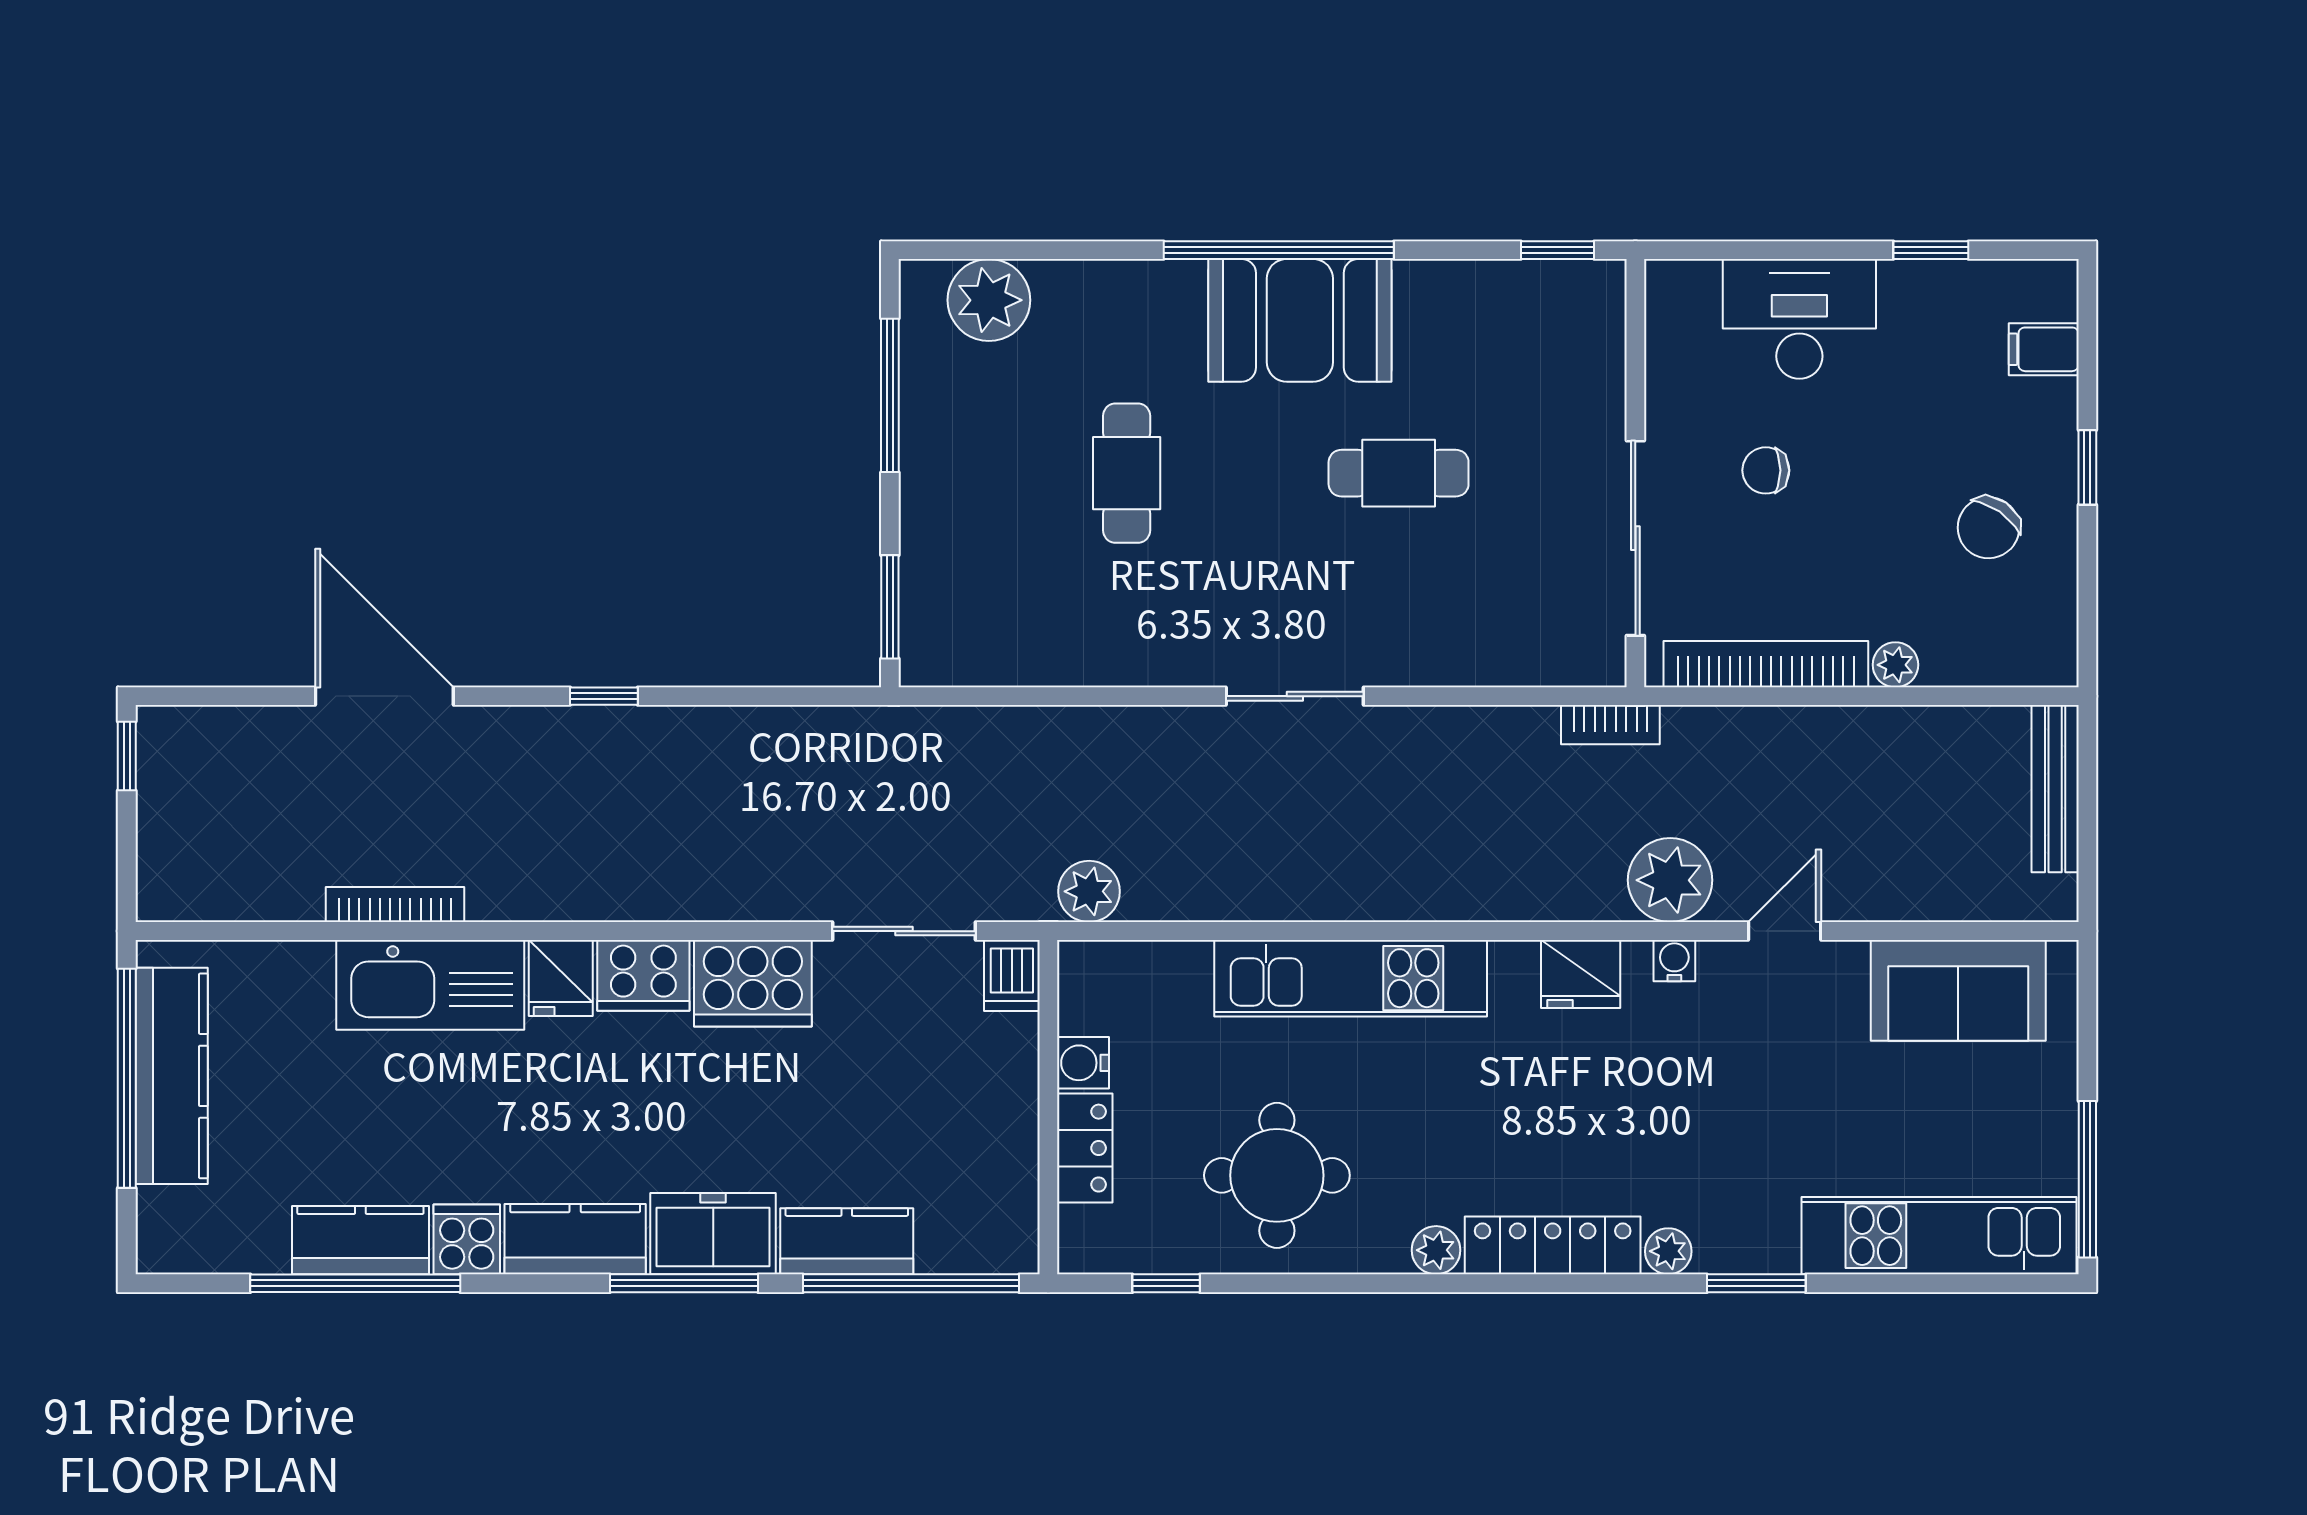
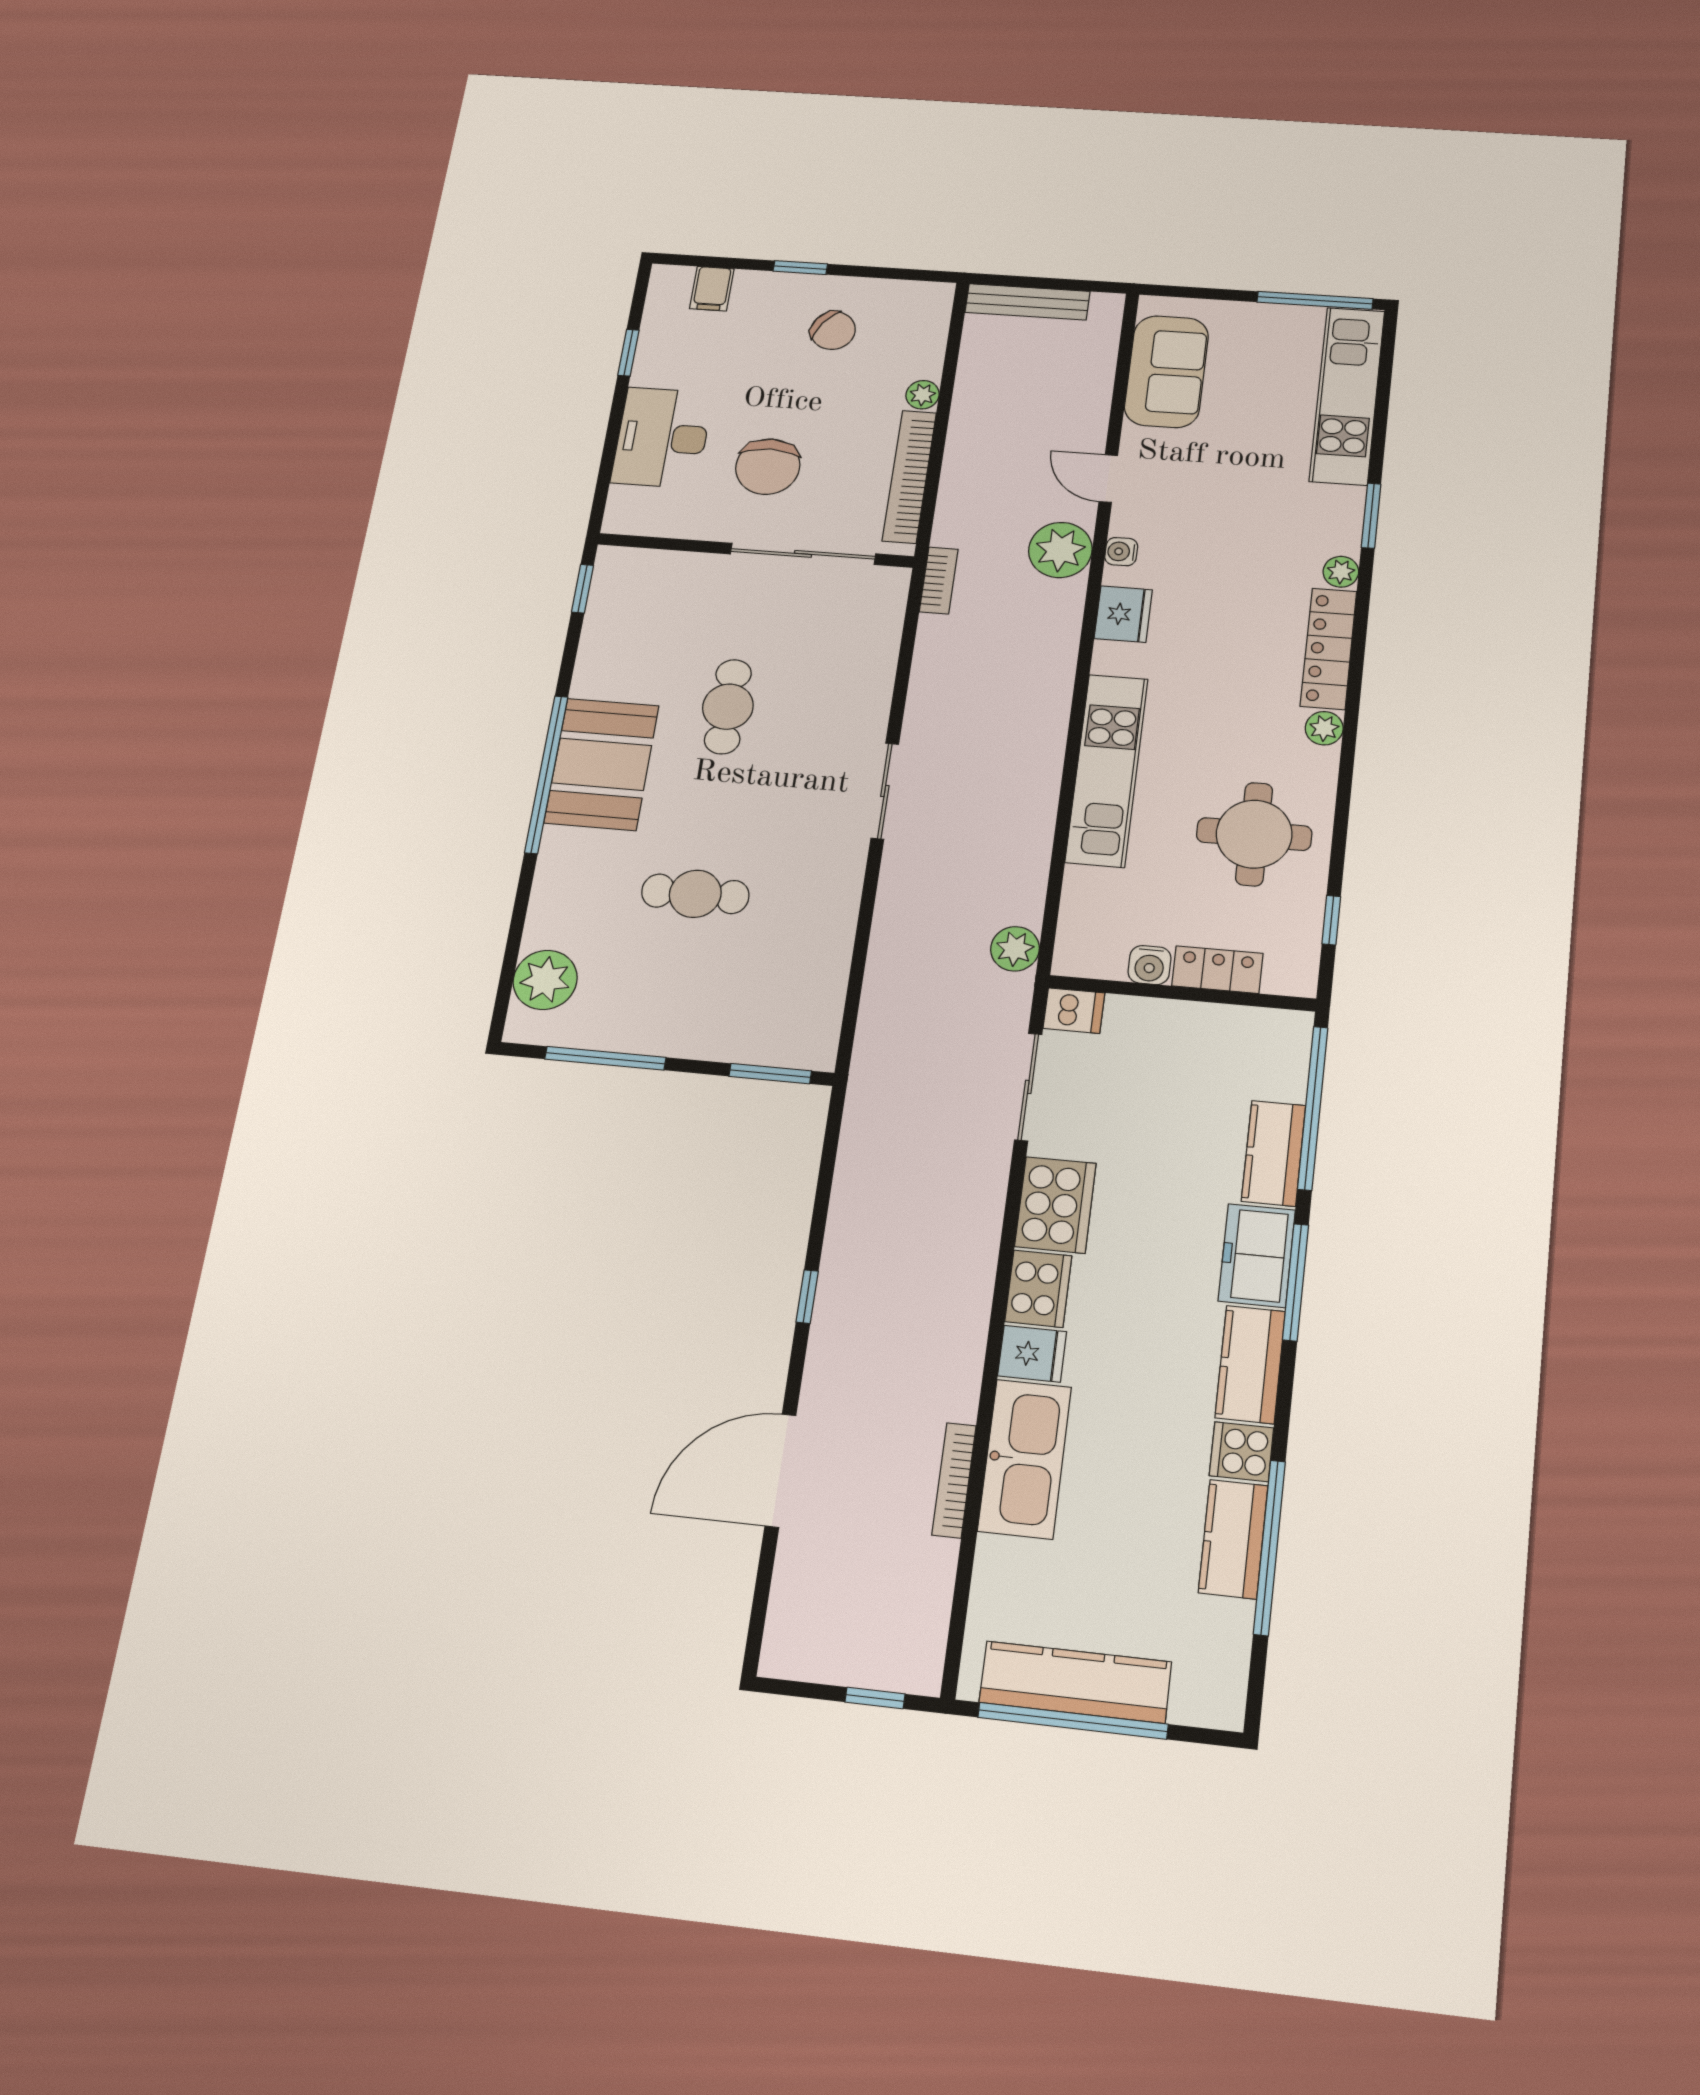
chair: (1766, 470) -> (768, 467), width x1.87, depth x1.87
window: (127, 756) -> (875, 1698), moved

